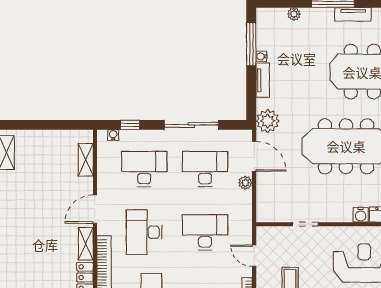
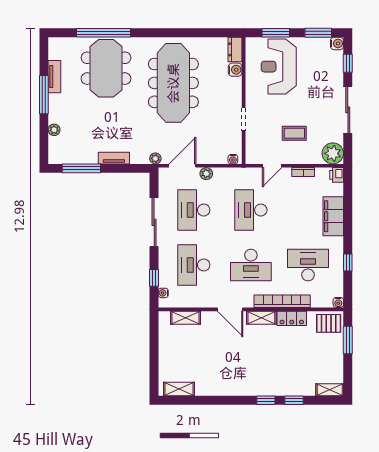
water cooler: (261, 56) -> (233, 159), moved
plant: (268, 121) -> (155, 158), width x0.53, depth x0.53

